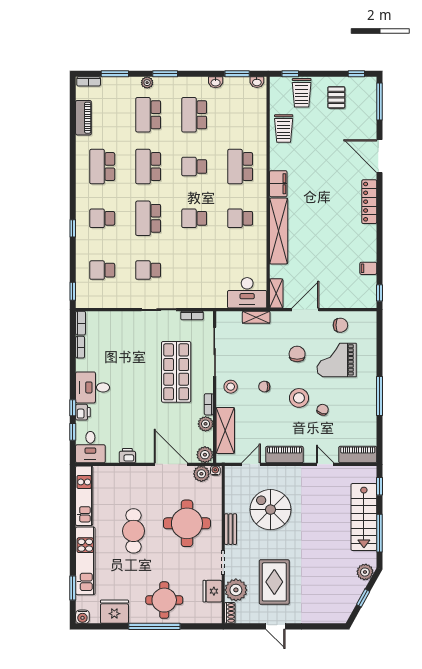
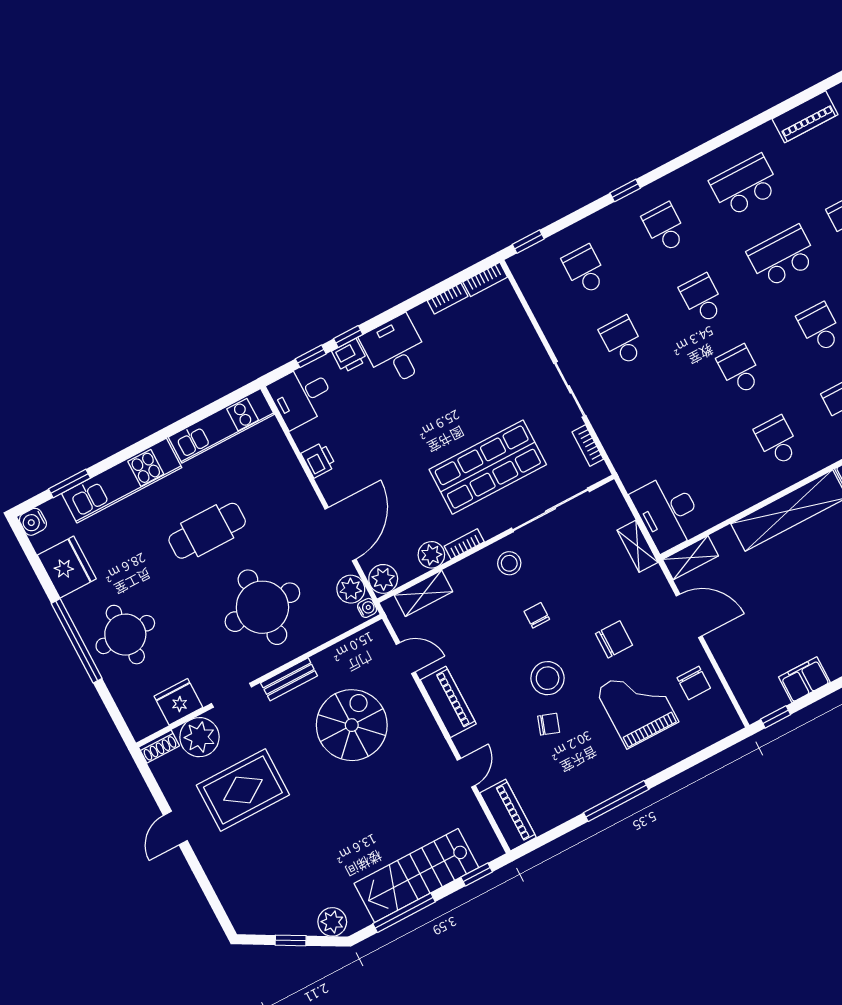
school desk: (148, 218) -> (702, 299), width x0.54
filing cabinet: (368, 268) -> (804, 680), width x2.00
shelving: (225, 430) -> (423, 593), width x0.67, depth x0.75

